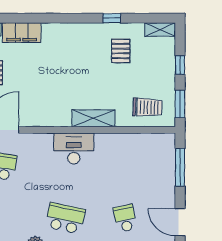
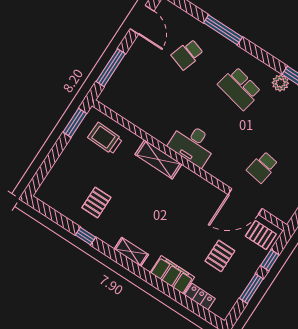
shelving: (160, 30) -> (131, 252), moved
window: (180, 65) -> (53, 157), removed
school desk: (125, 218) -> (187, 54), turned 30

